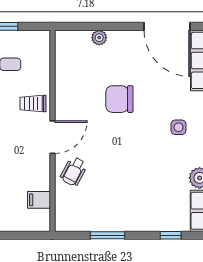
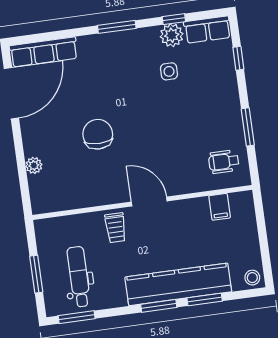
chair: (119, 99) -> (98, 134), turned 180
side table: (178, 127) -> (169, 71), moved
wheelchair: (74, 171) -> (224, 162), moved, turned 152

